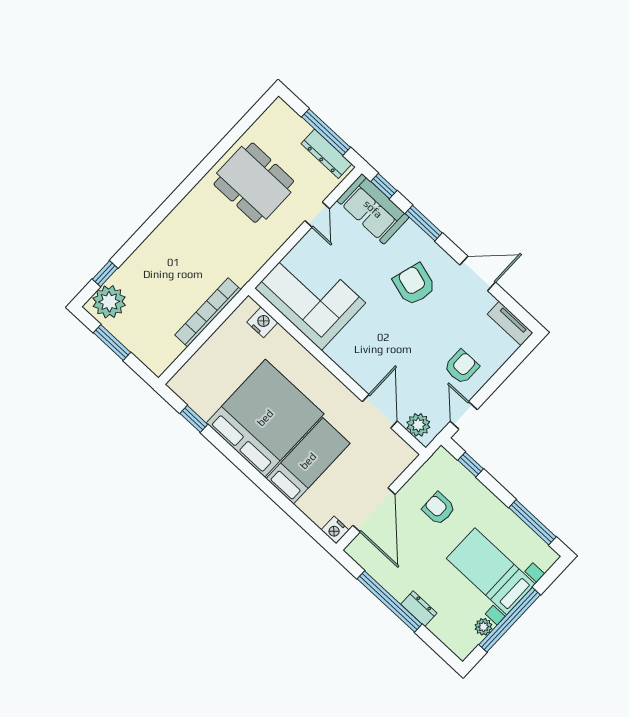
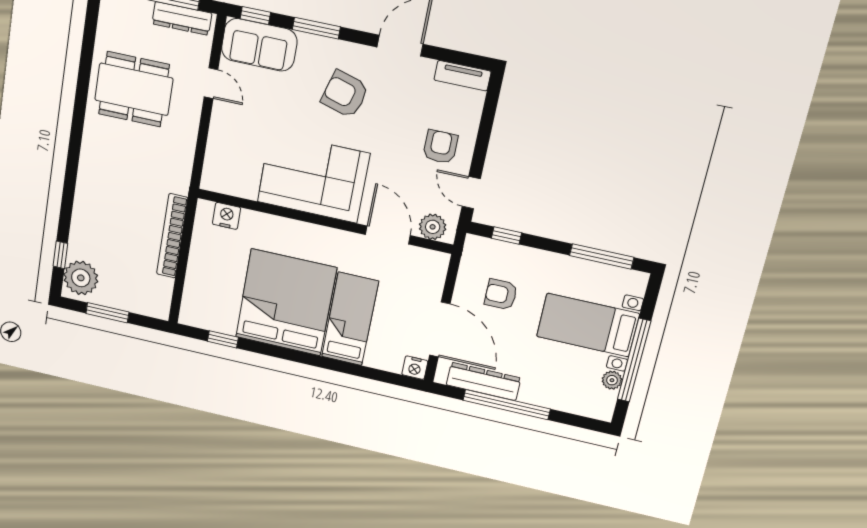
corner sofa: (310, 296) -> (313, 178), moved
dresser: (419, 609) -> (483, 381), moved, width x1.96, depth x1.24

